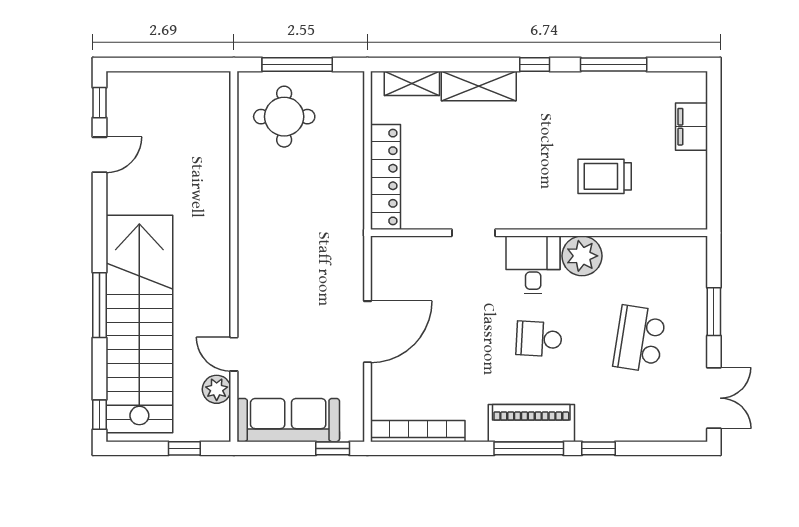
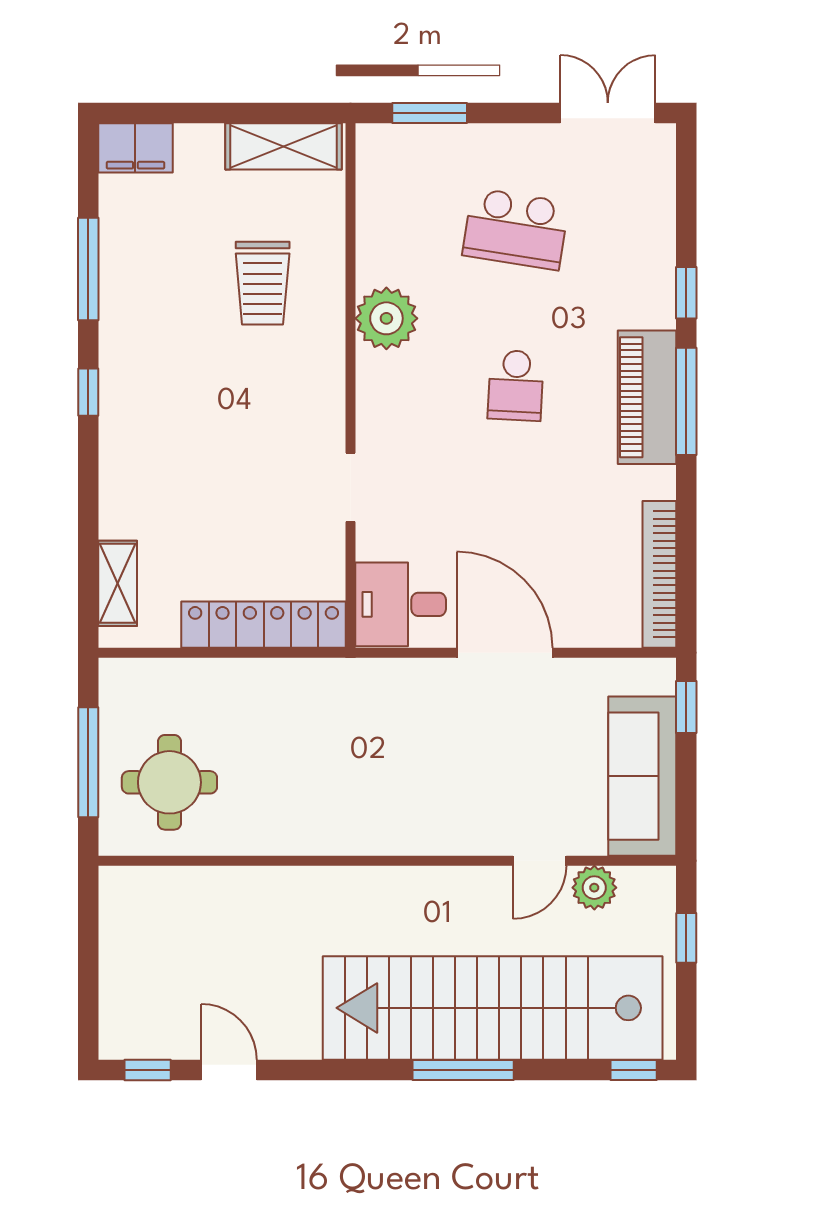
shelving: (479, 86) -> (284, 146), moved, turned 90
filing cabinet: (691, 127) -> (135, 148), moved
desk: (533, 265) -> (401, 604), moved
window: (714, 312) -> (430, 113), moved

